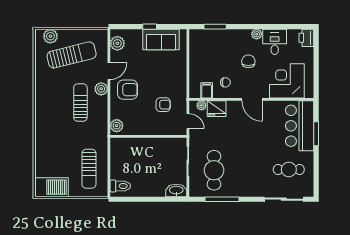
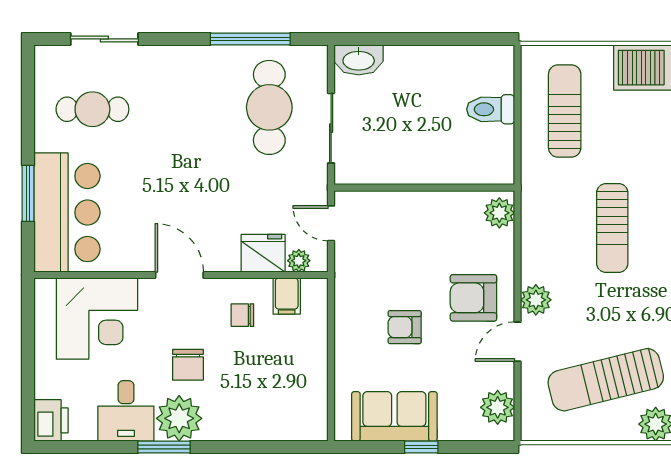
window: (215, 27) -> (164, 447), moved
plant: (257, 34) -> (179, 418), width x1.88, depth x1.88
sun lounger: (80, 103) -> (612, 228), moved
armchair: (163, 105) -> (405, 327), moved
toilet: (120, 186) -> (491, 109), moved
sliding door: (284, 199) -> (104, 39), width x0.73

